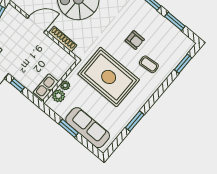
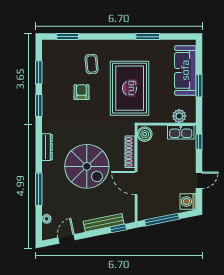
boiler: (66, 60) -> (145, 134), added
window: (17, 85) -> (199, 142), moved
plant: (65, 85) -> (166, 118), removed

